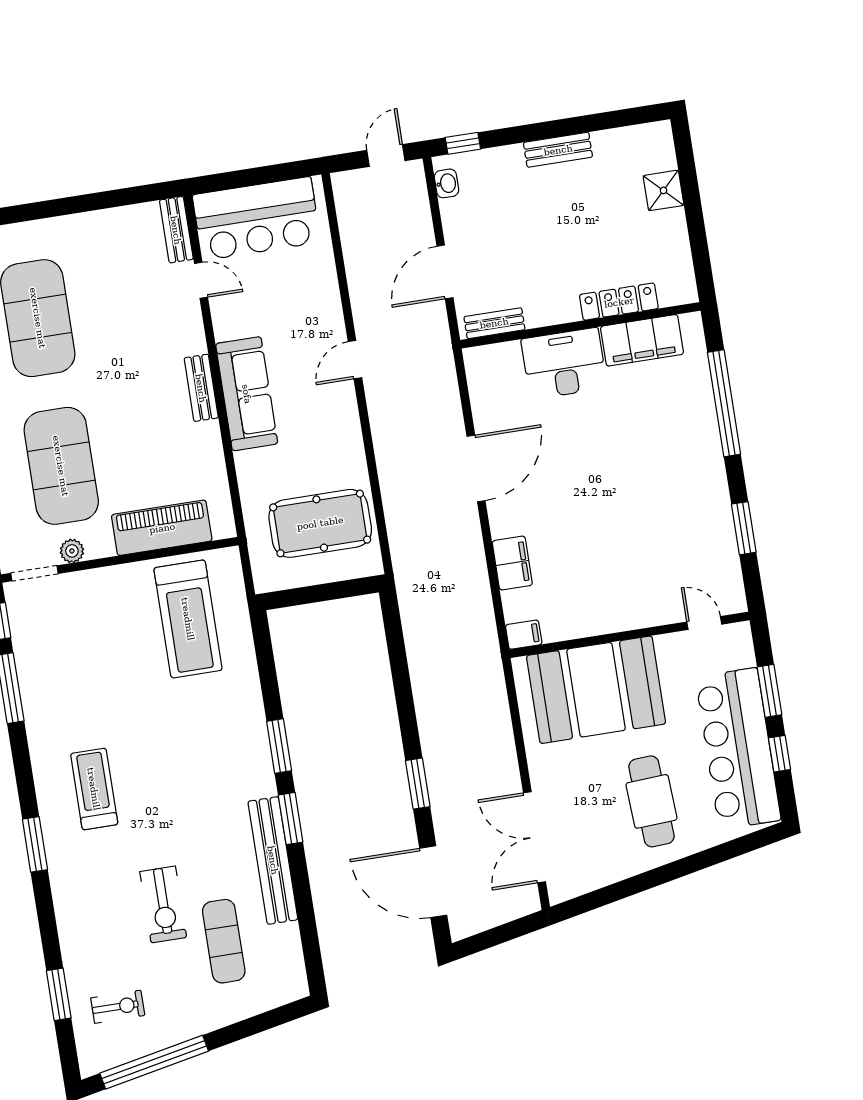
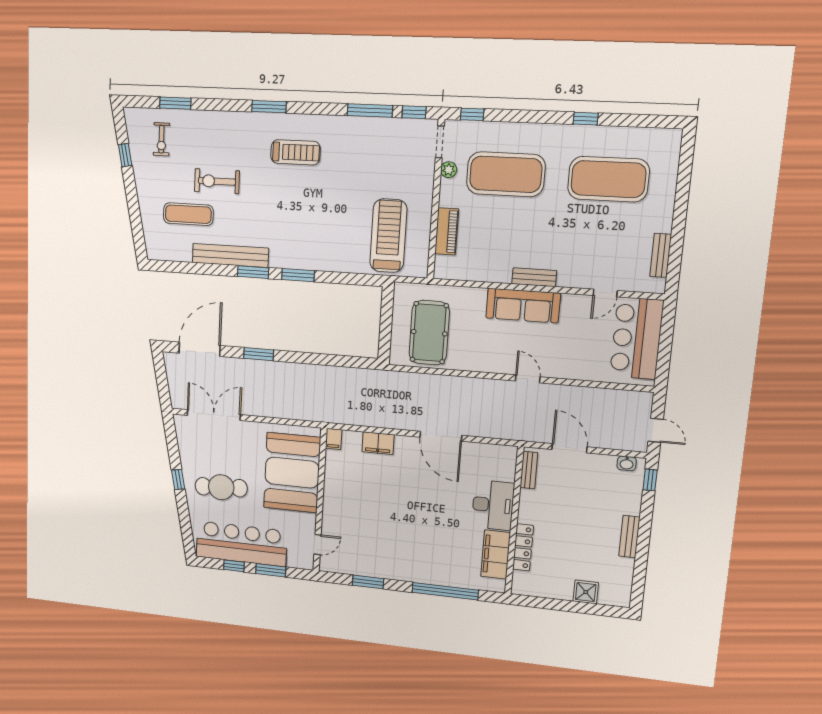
bench: (176, 230) -> (661, 255), moved, turned 90
piano: (162, 528) -> (447, 231), width x0.73, depth x0.75
treadmill: (188, 619) -> (388, 236), turned 90
window: (658, 876) -> (178, 480), added
window: (154, 1062) -> (125, 155), width x0.32

